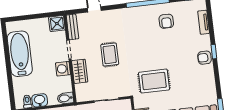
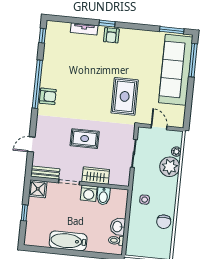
window: (34, 17) -> (24, 213), added
armchair: (166, 21) -> (48, 96), moved
tv unit: (204, 22) -> (84, 29), moved
bathtub: (20, 54) -> (68, 241), width x0.73, depth x0.73
bidet: (65, 98) -> (103, 196), moved

